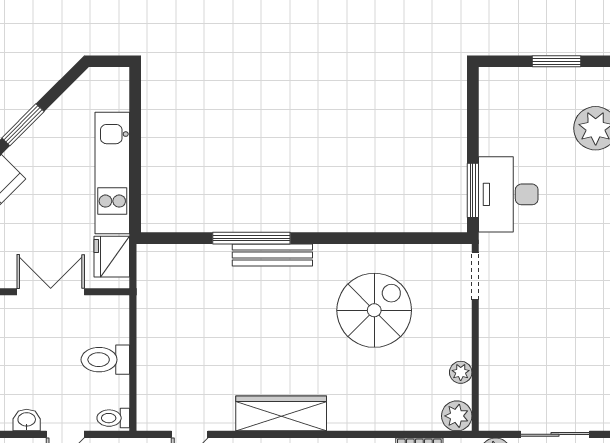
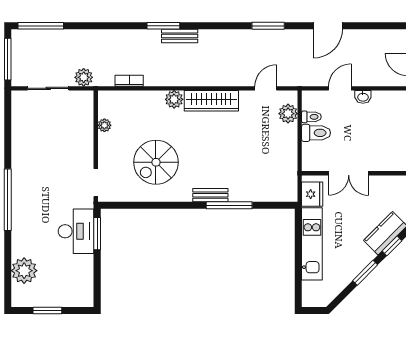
bench: (272, 255) -> (210, 195), width x0.73
plant: (152, 392) -> (288, 114), added
plant: (457, 416) -> (174, 99), moved
toilet: (113, 418) -> (311, 117), moved

